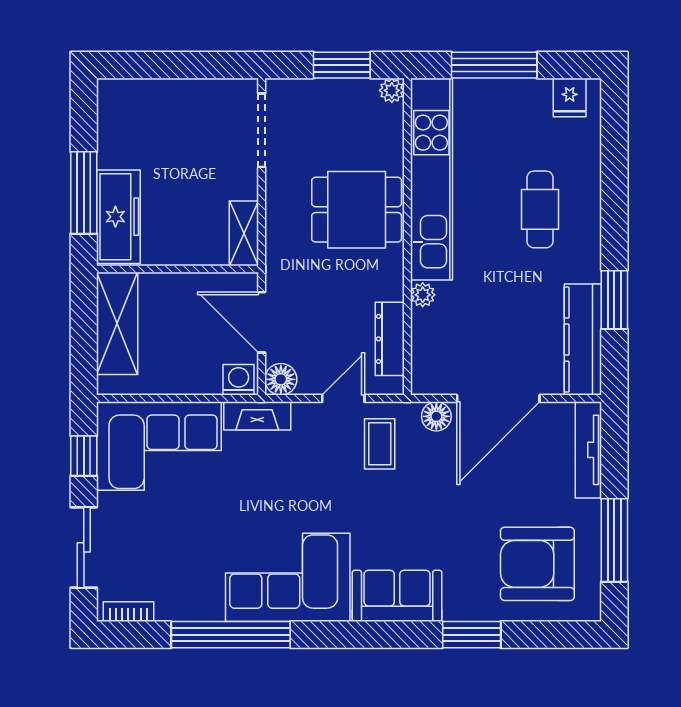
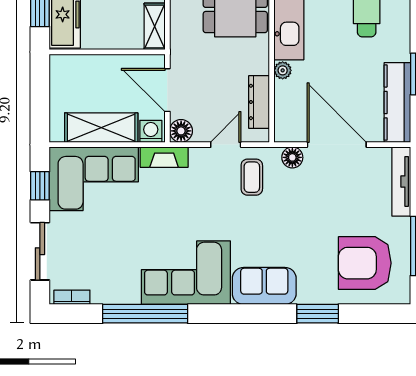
shelving: (117, 323) -> (101, 128), moved, turned 90
door: (498, 398) -> (337, 145), swing flipped

